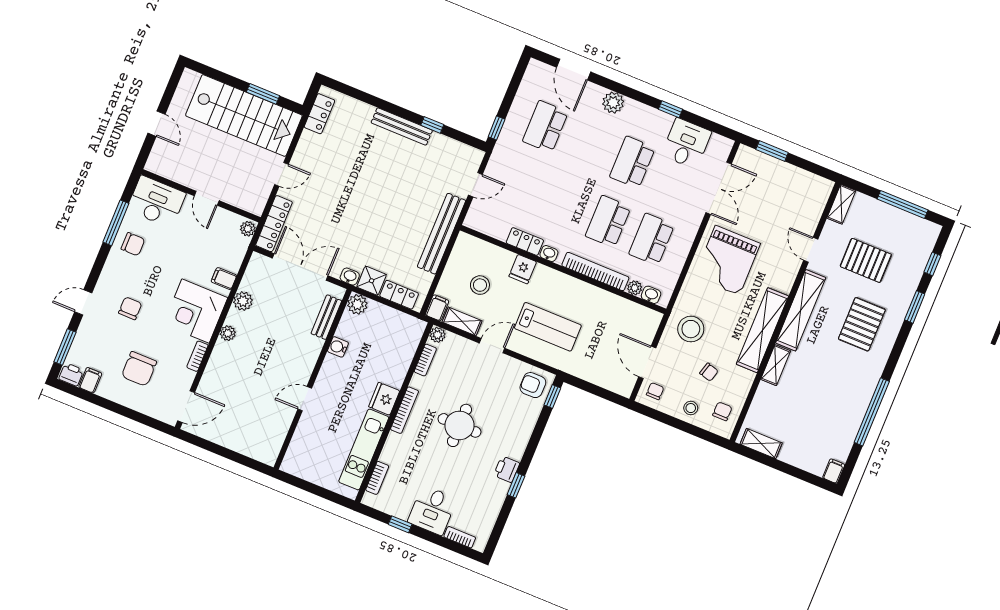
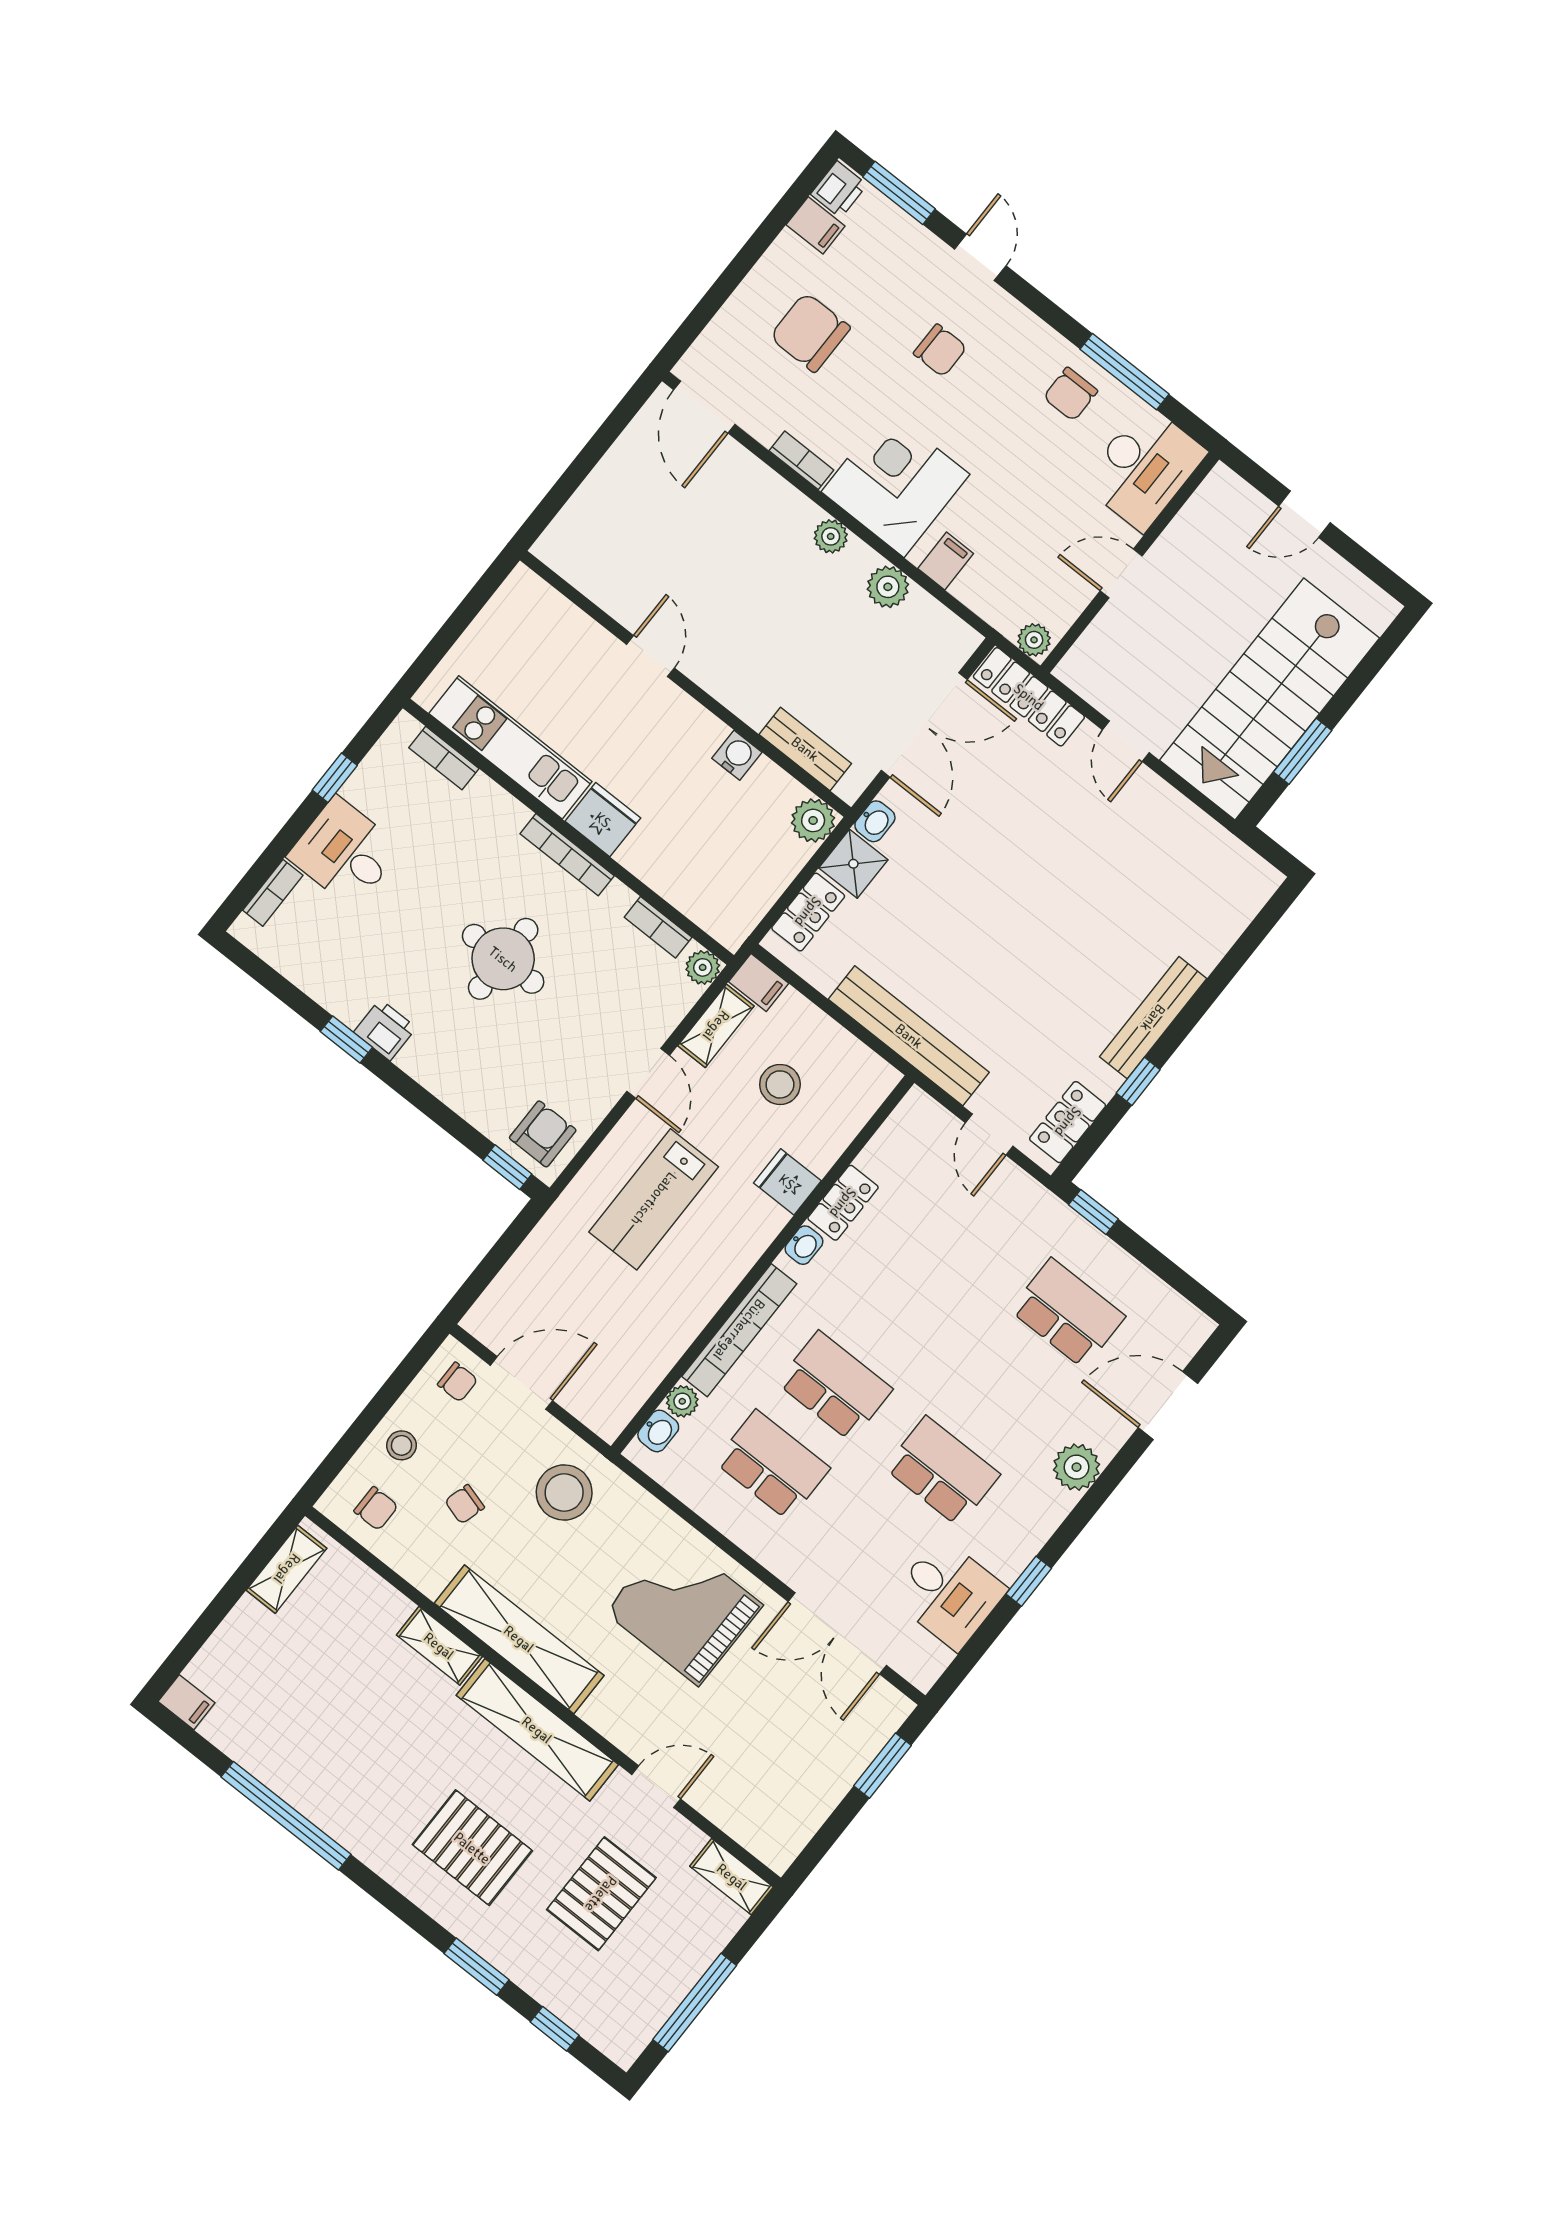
locker: (319, 114) -> (1068, 1122), moved, turned 90

